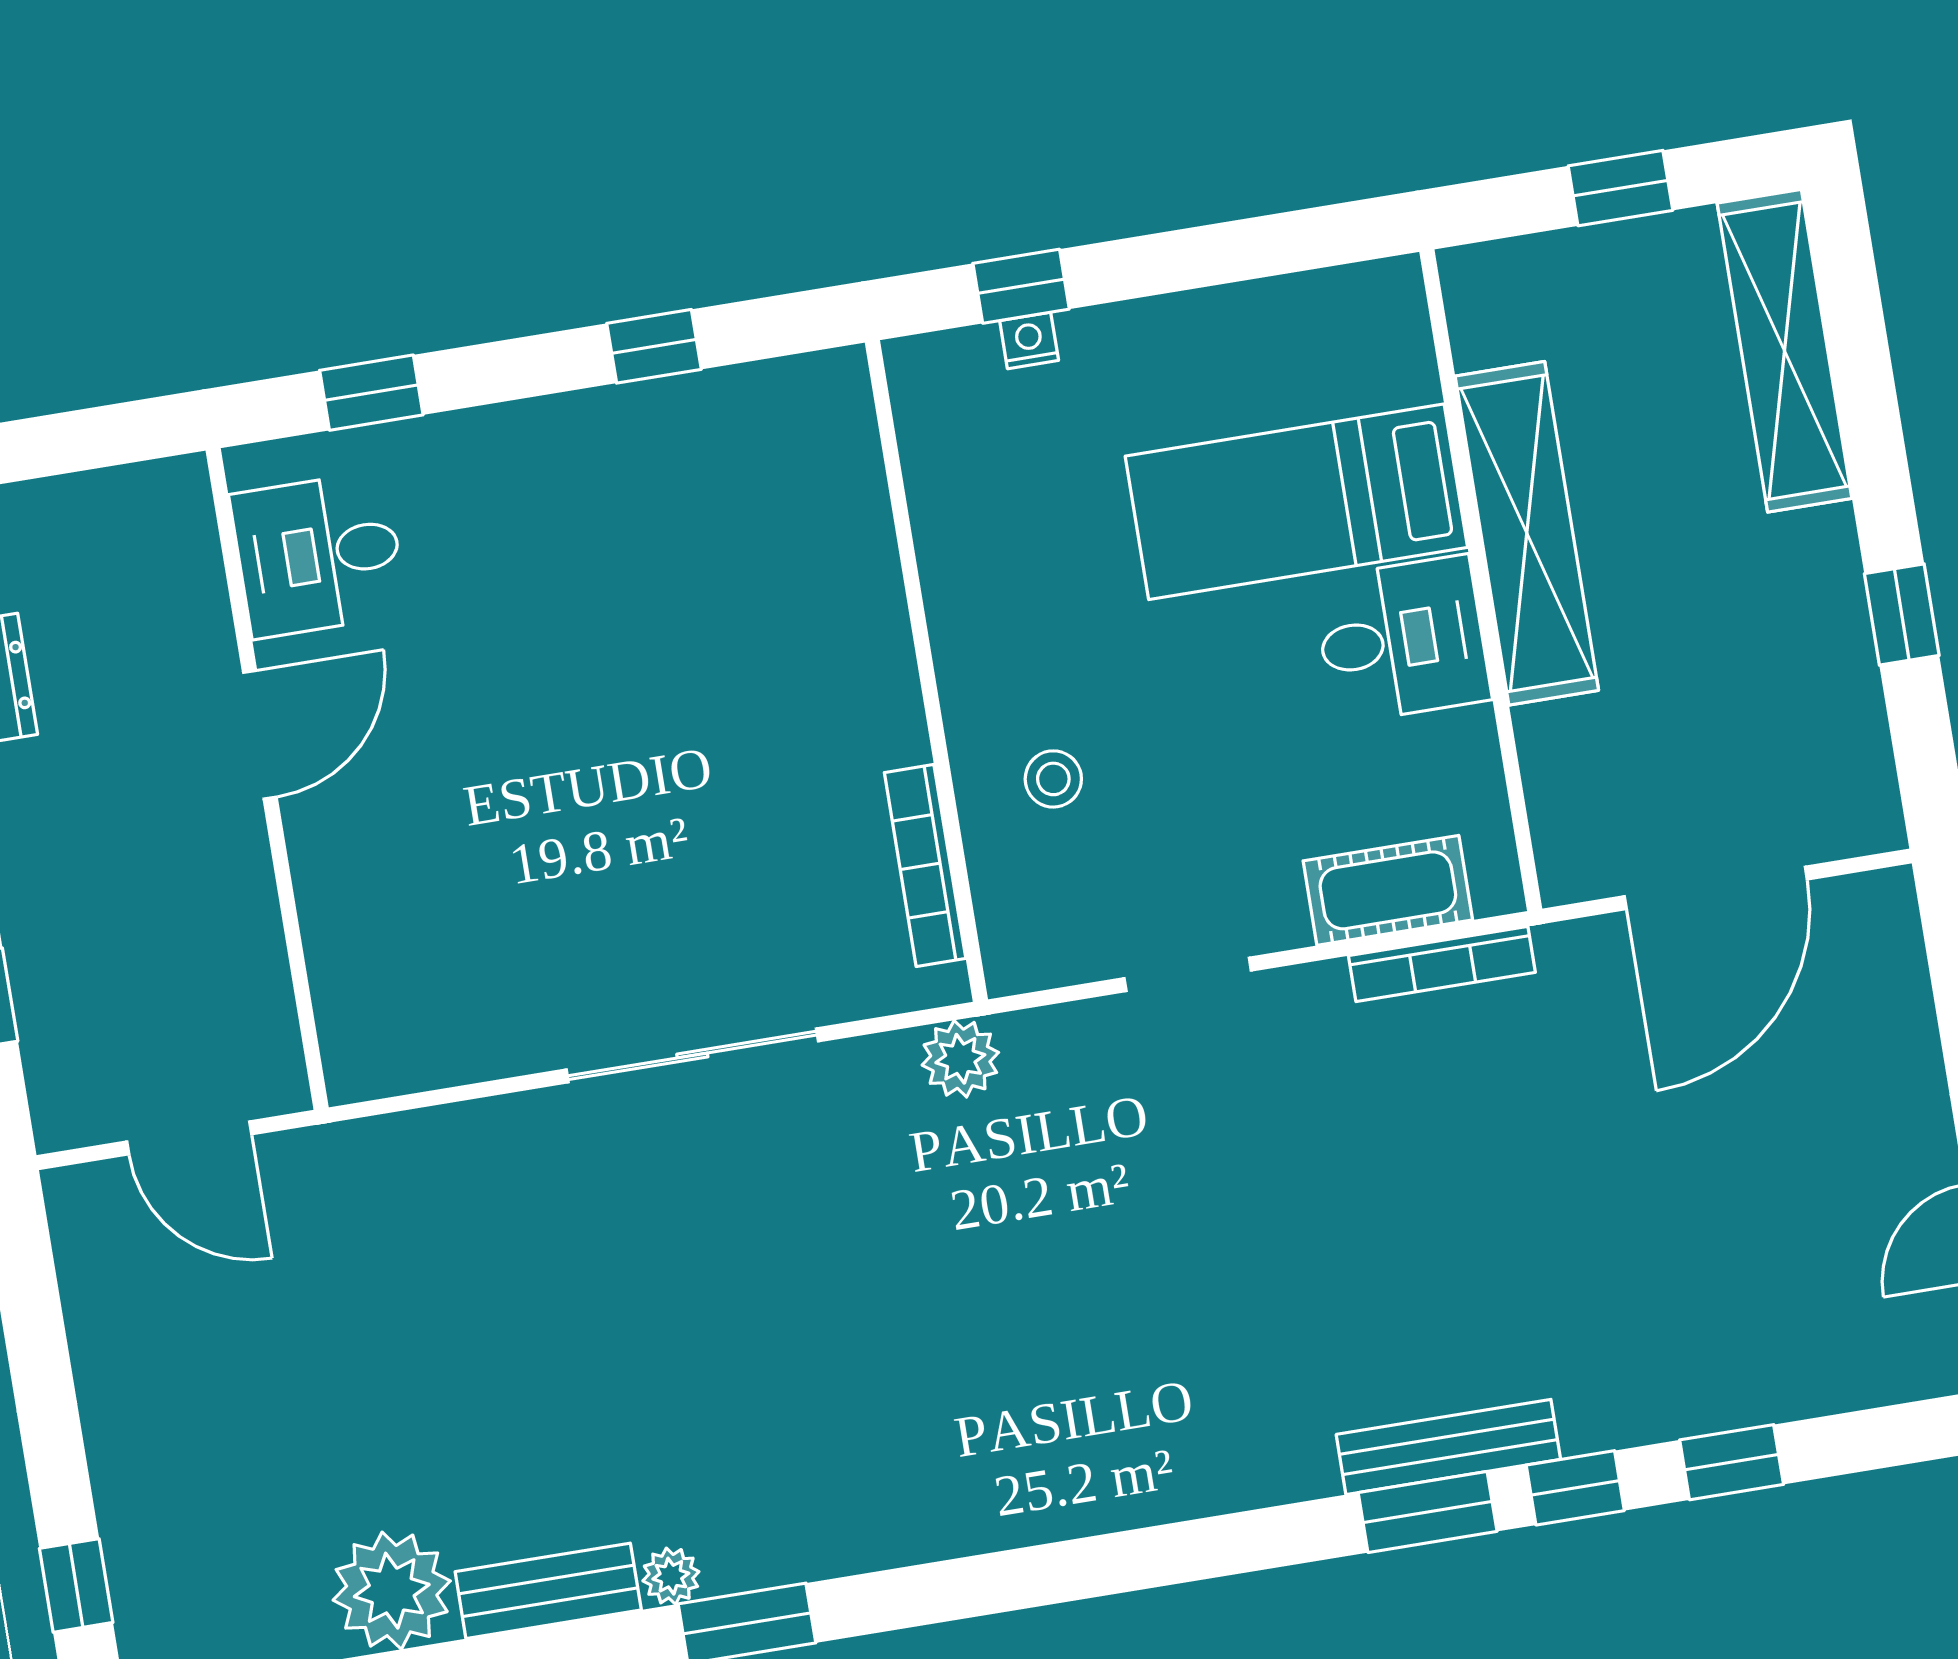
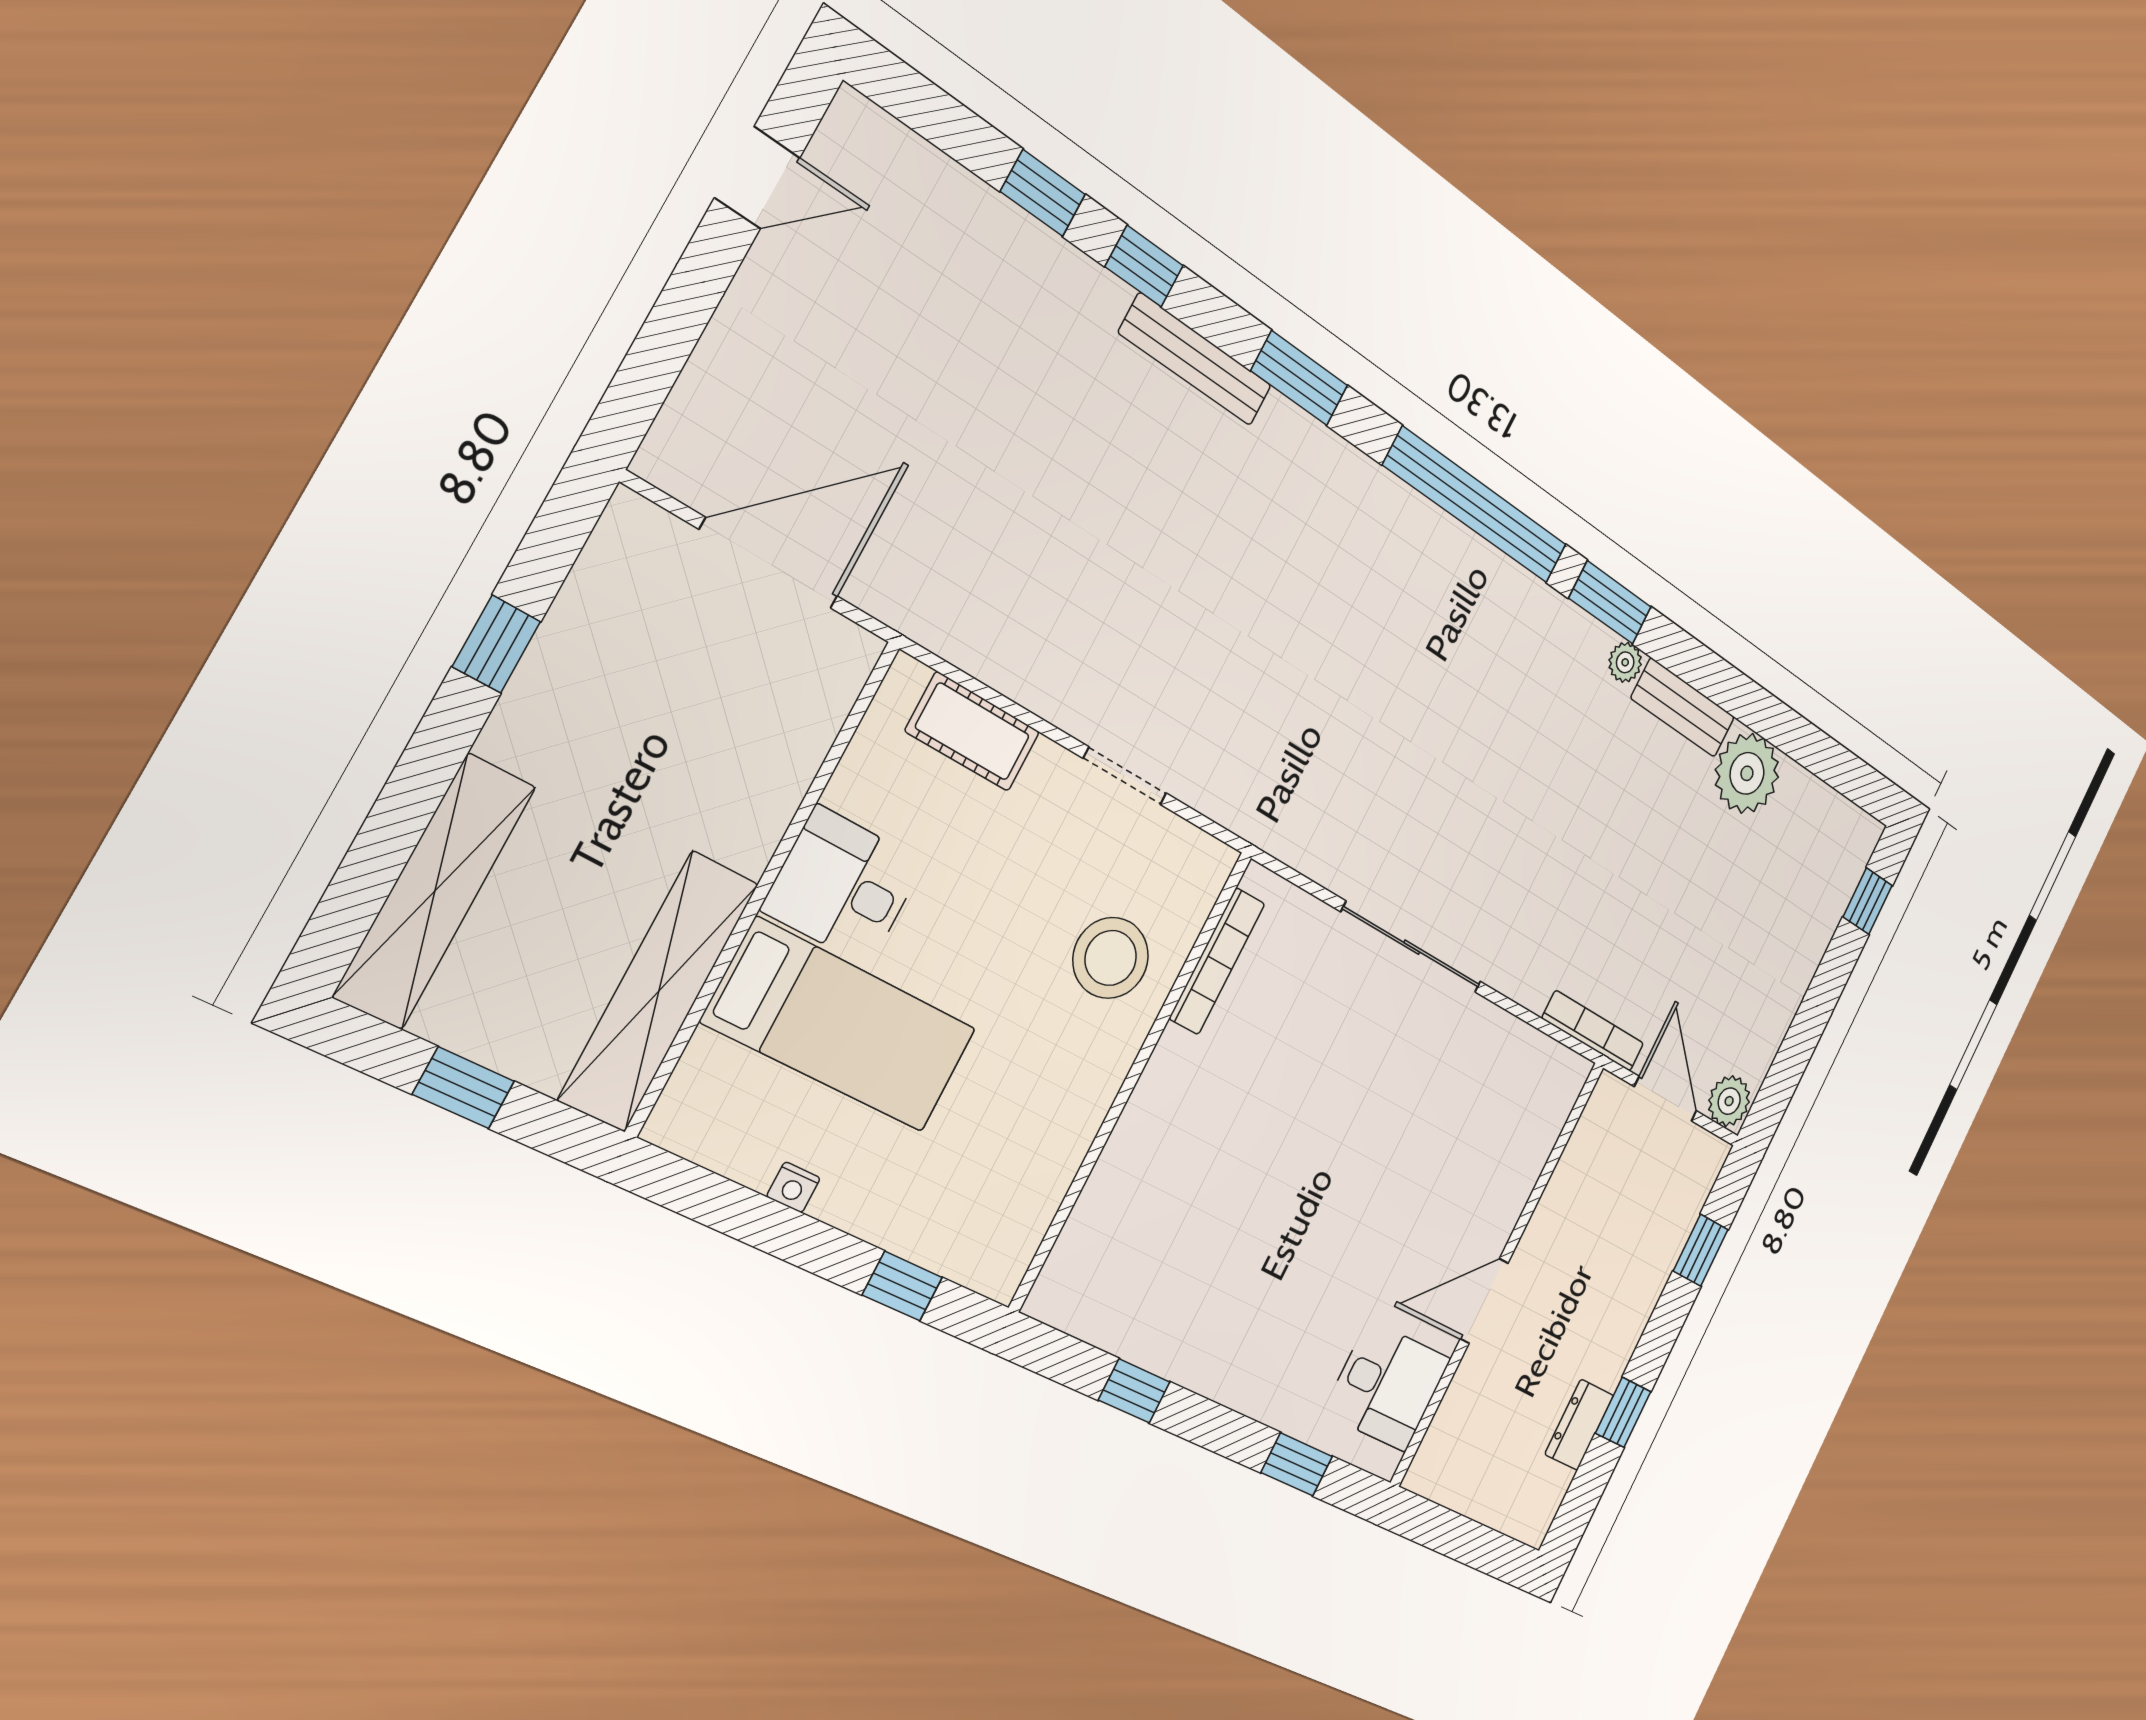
nightstand: (1029, 340) -> (793, 1187), moved
shelving: (1527, 533) -> (659, 991), moved
stool: (1053, 779) -> (1111, 958), width x1.89, depth x1.89
bookcase: (1442, 964) -> (1593, 1031), moved
plant: (960, 1059) -> (1729, 1101), moved
window: (1428, 1512) -> (1299, 378), moved
window: (1006, 1581) -> (1476, 505), added

